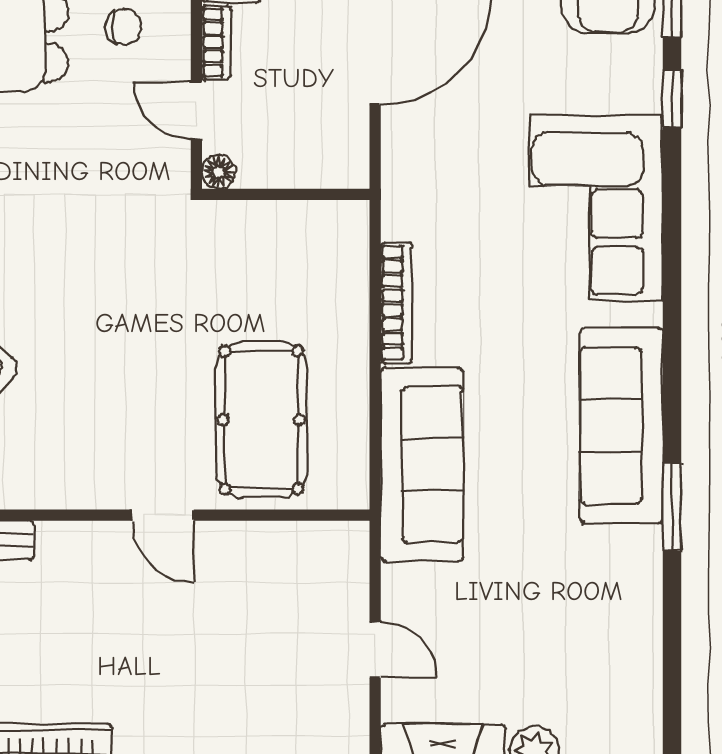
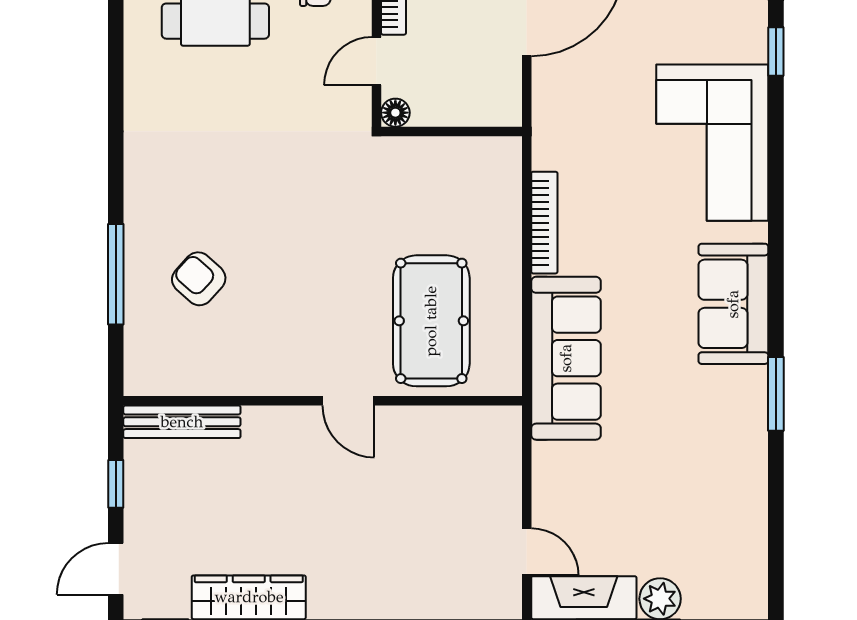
door: (196, 111) -> (377, 61), hinge flipped
sofa: (621, 426) -> (733, 304), width x0.73
door: (375, 650) -> (527, 552), moved

